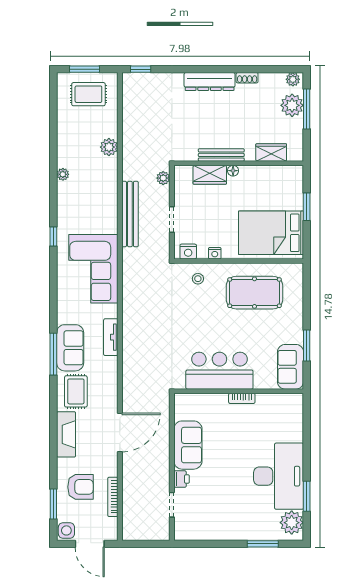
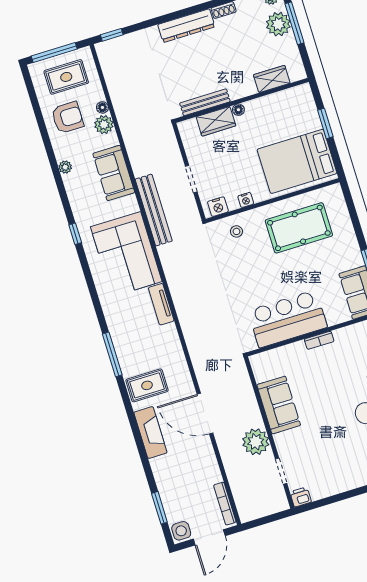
window: (84, 69) -> (54, 53), width x1.44
floor lamp: (112, 131) -> (102, 107), added
bench: (221, 155) -> (205, 102), moved
plant: (163, 178) -> (256, 442), moved, width x1.88, depth x1.88
bench: (130, 214) -> (154, 210), moved
tv unit: (111, 337) -> (161, 304), moved
sofa: (70, 348) -> (114, 173), moved, turned 180
rug: (76, 391) -> (147, 385), turned 90
door: (120, 432) -> (205, 414), swing flipped
printer: (182, 479) -> (301, 497), moved, turned -90
armchair: (80, 487) -> (67, 118), moved
bookcase: (113, 497) -> (225, 504), moved
door: (90, 544) -> (209, 537), hinge flipped

